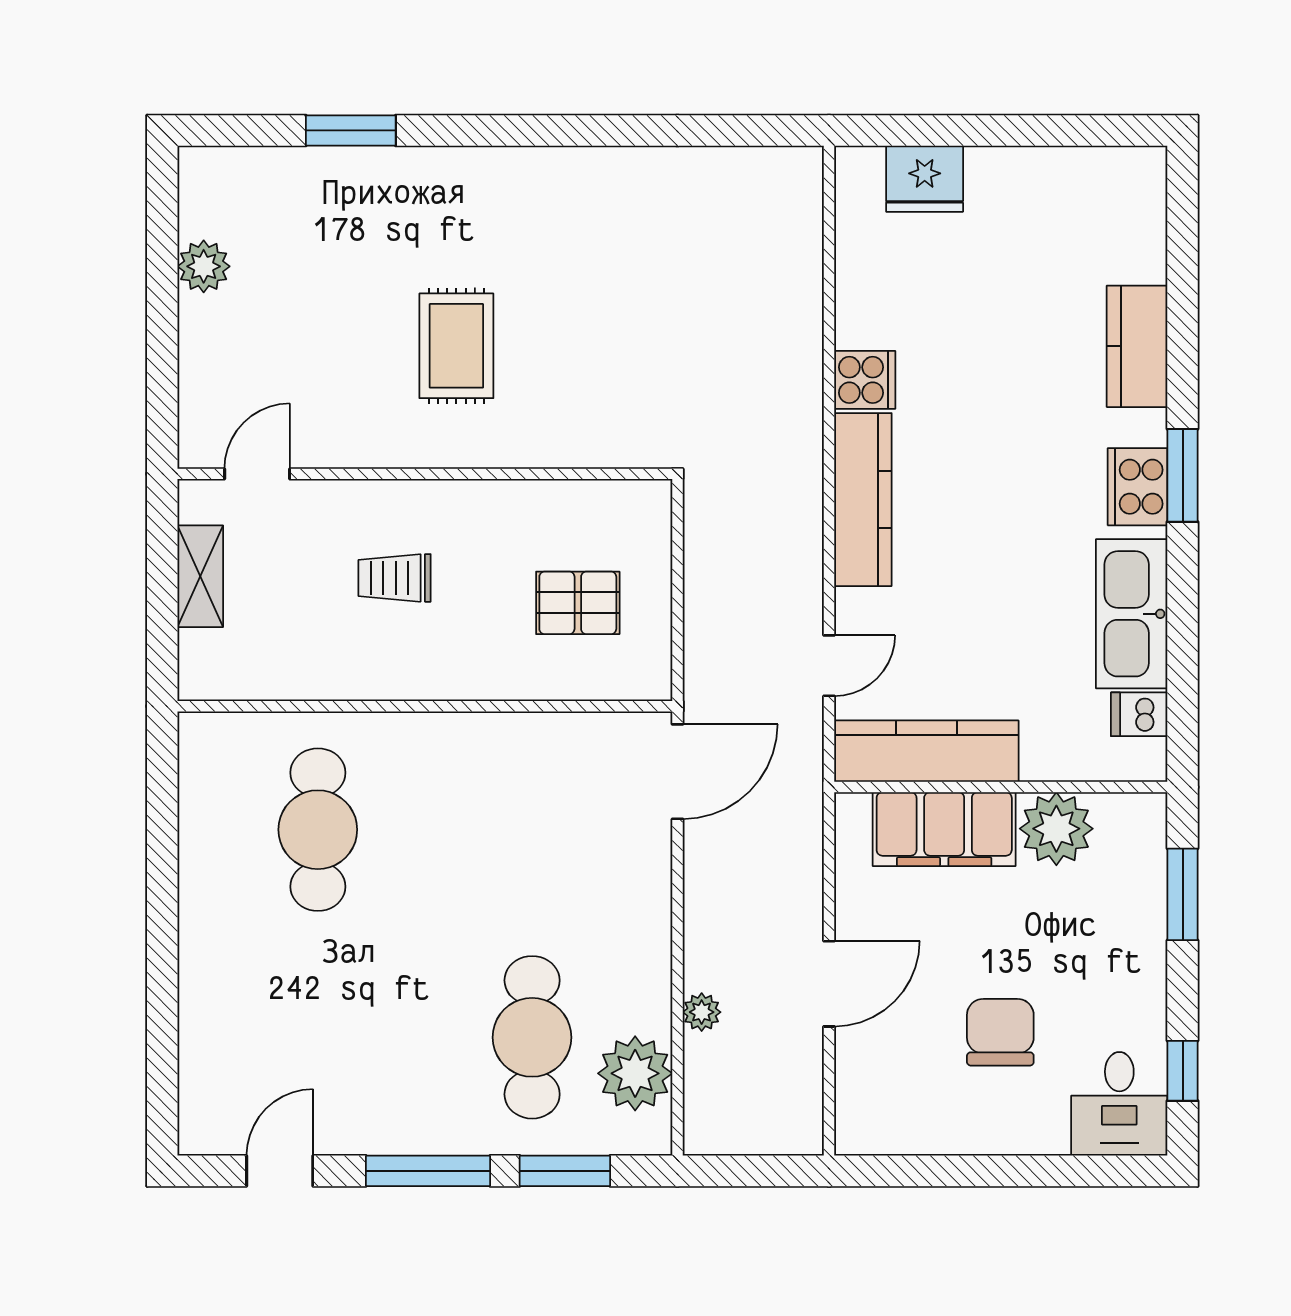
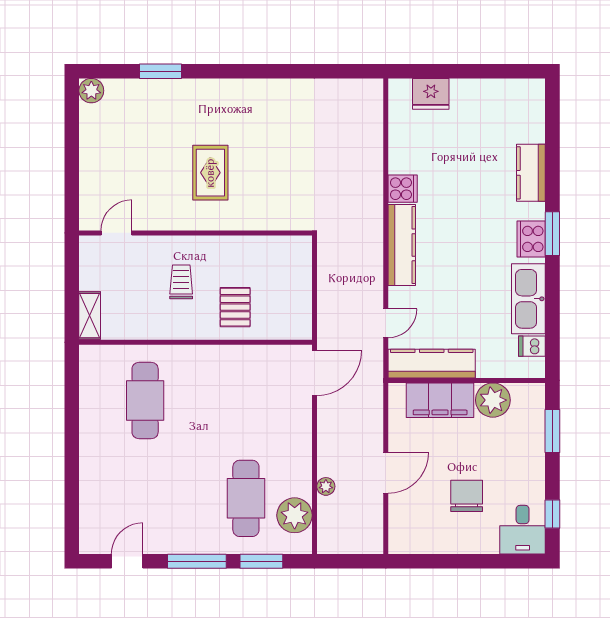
plant: (204, 266) -> (91, 91), moved
shelving: (200, 576) -> (90, 316), moved
trolley: (395, 578) -> (181, 282), turned 90
pallet: (578, 603) -> (235, 307), moved, turned 90

